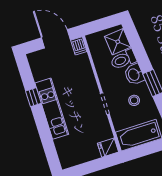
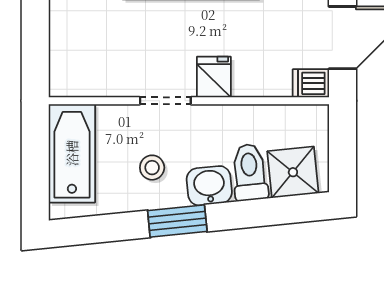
fridge: (108, 148) -> (214, 77), moved

